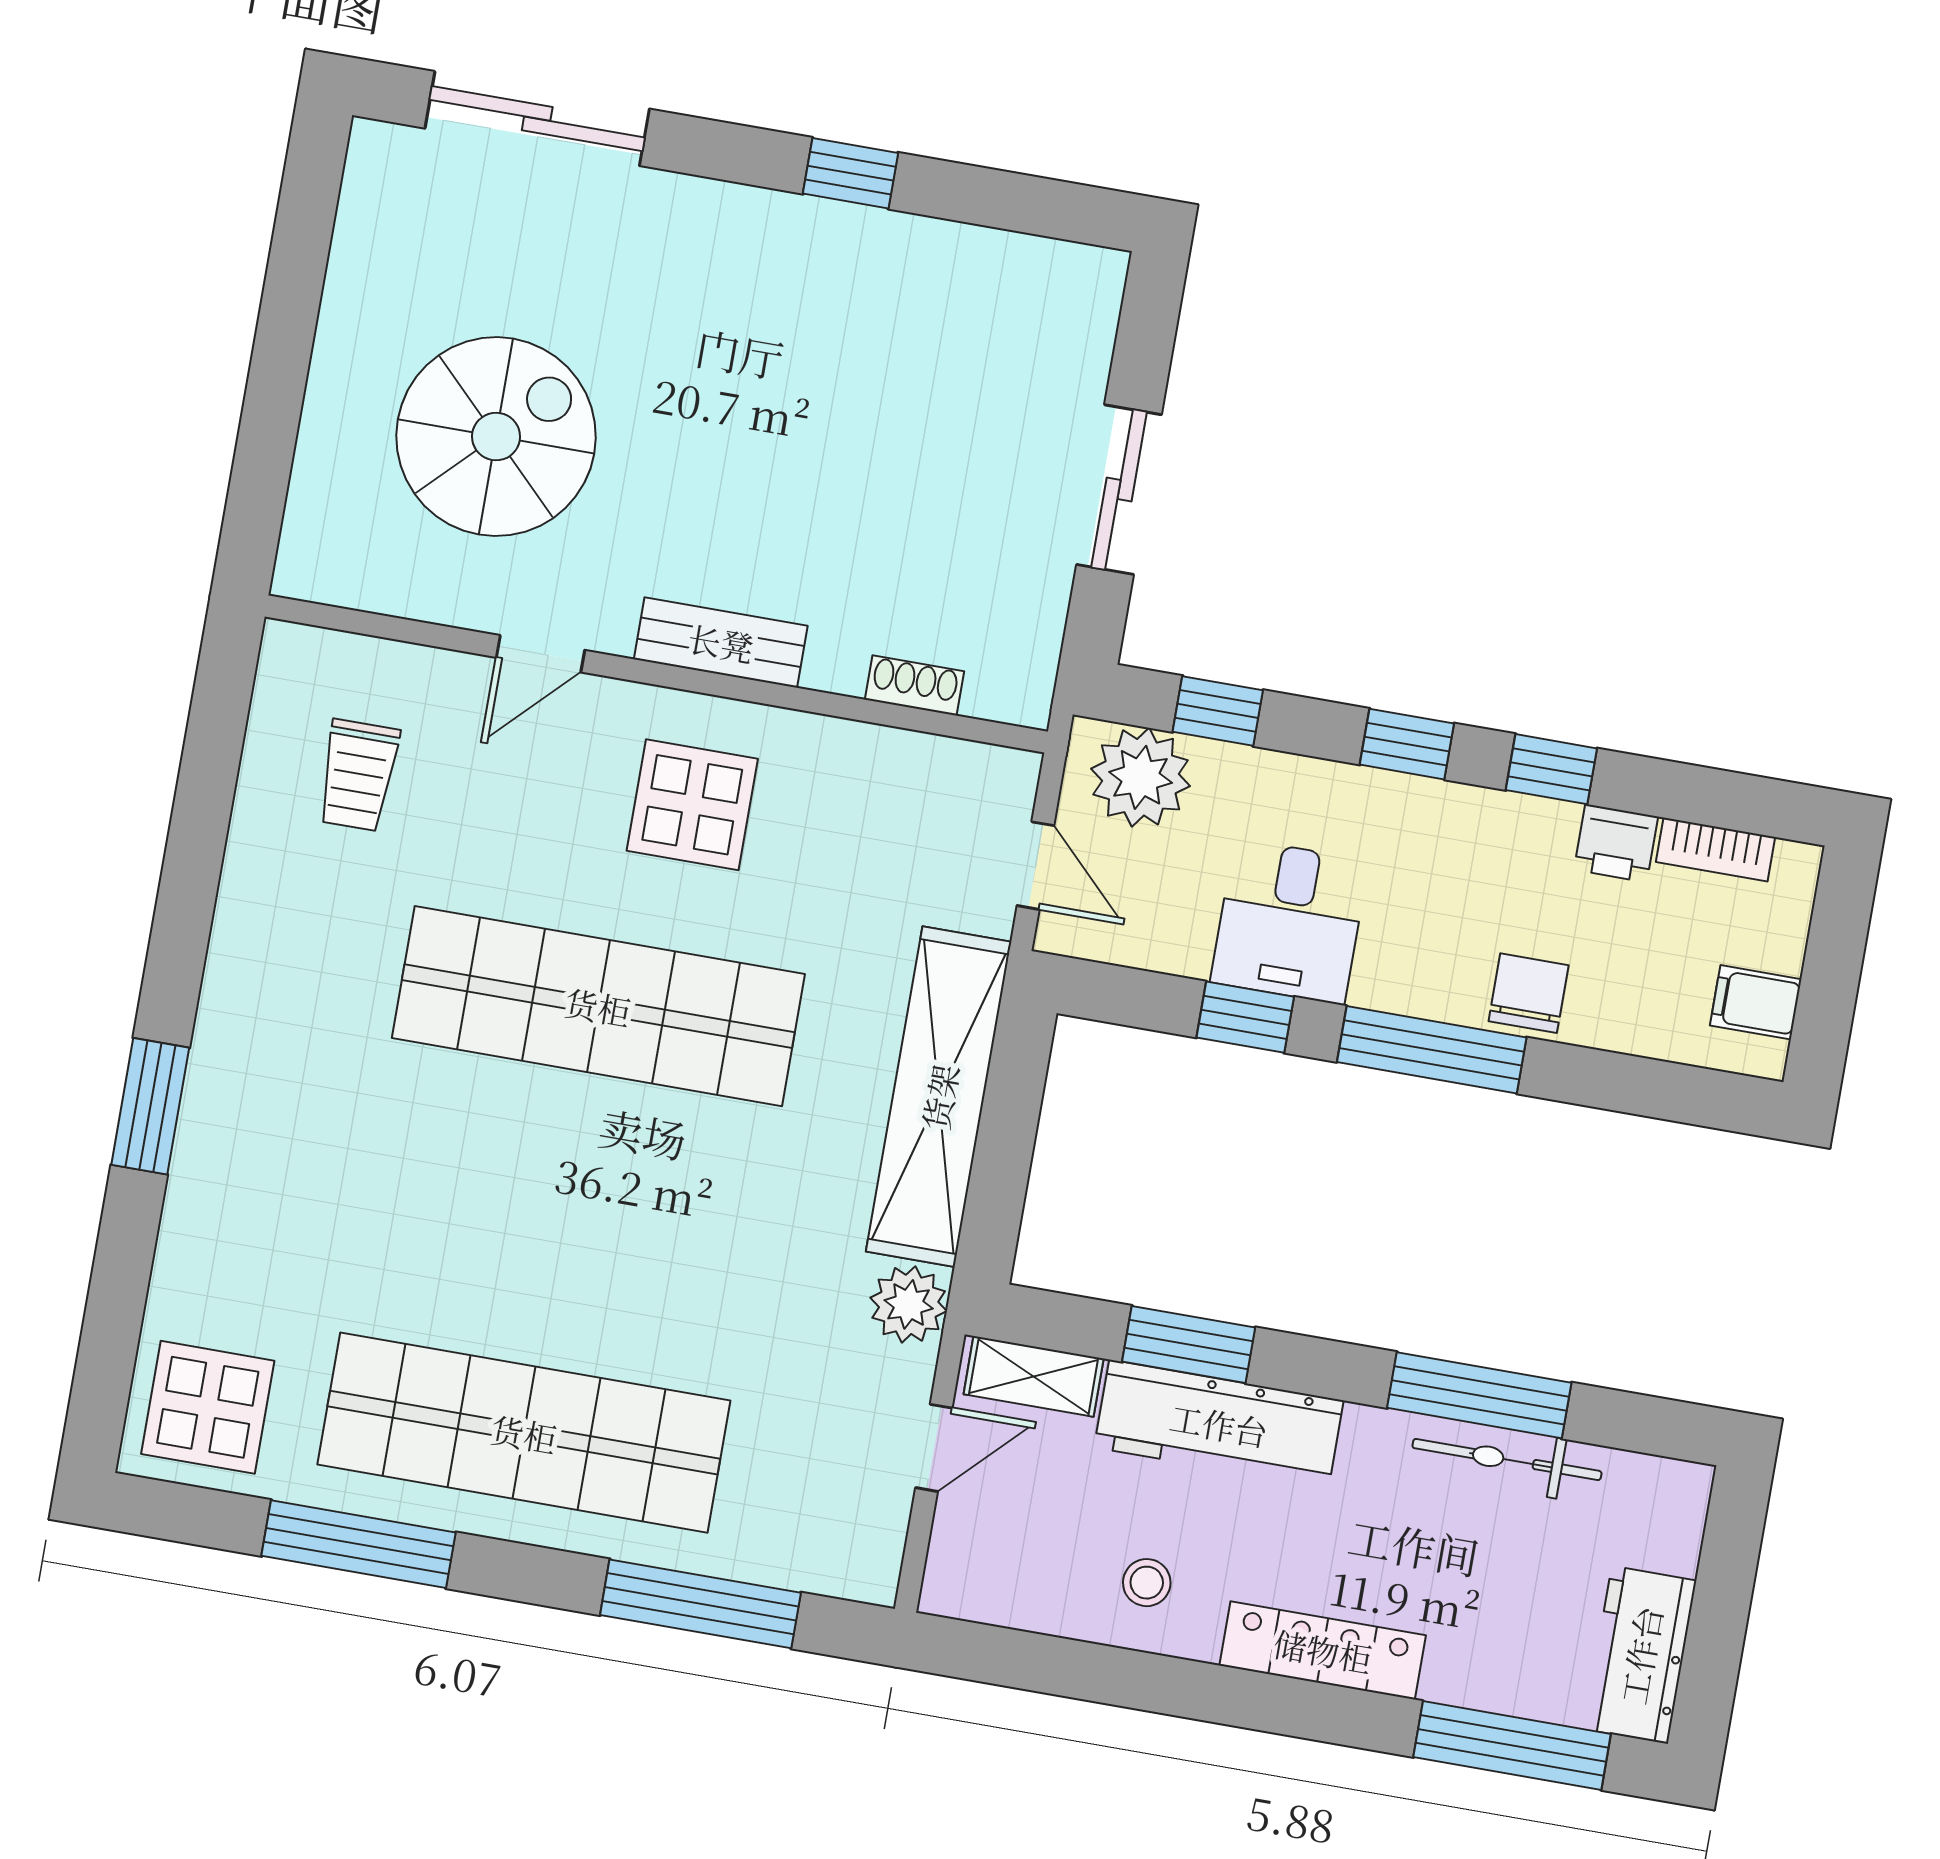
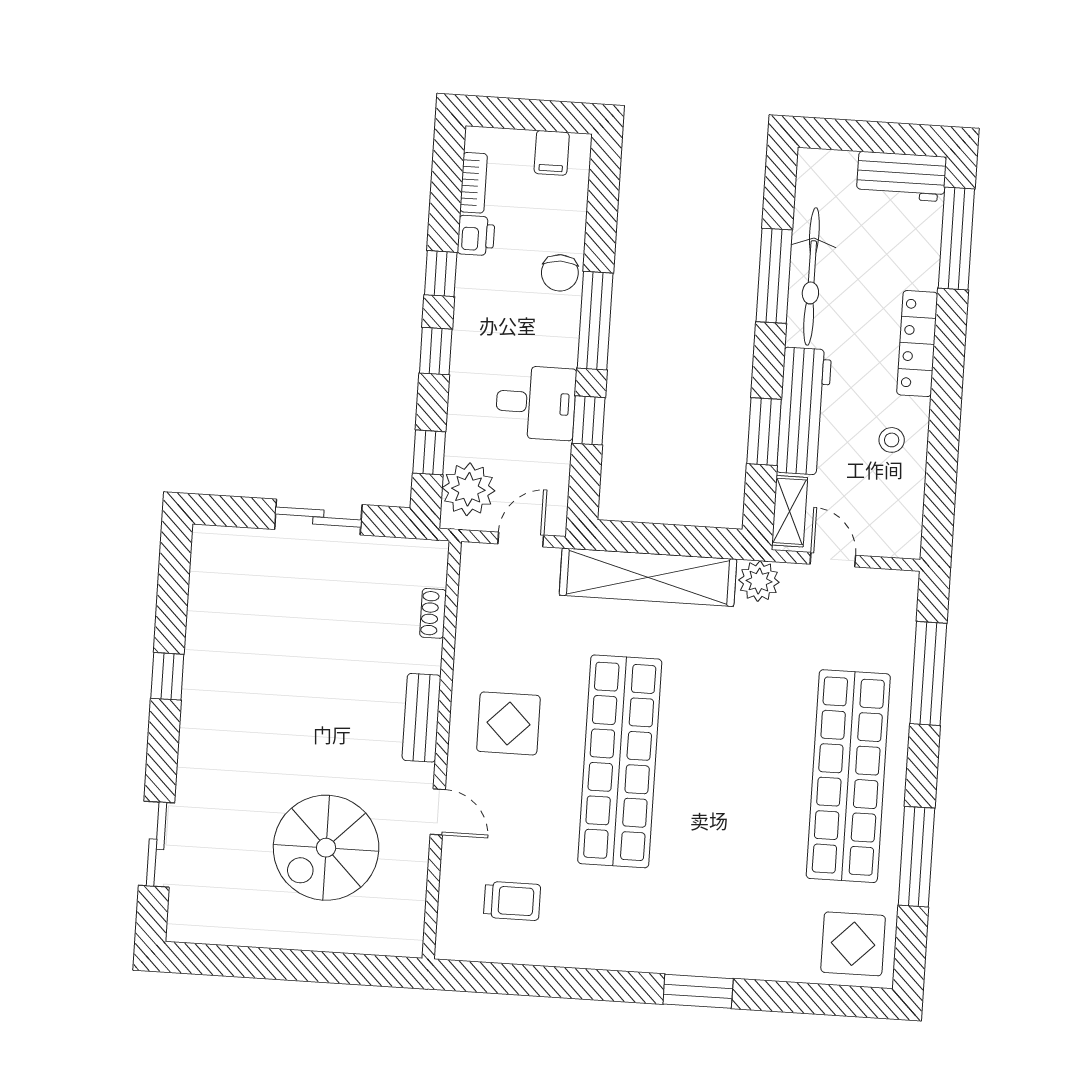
sliding door: (537, 119) -> (156, 844), width x0.73
spiral stairs: (496, 437) -> (326, 848), turned -90
chair: (1529, 993) -> (560, 273), turned -90
bicycle: (1507, 1460) -> (812, 276), width x1.37, depth x1.40

